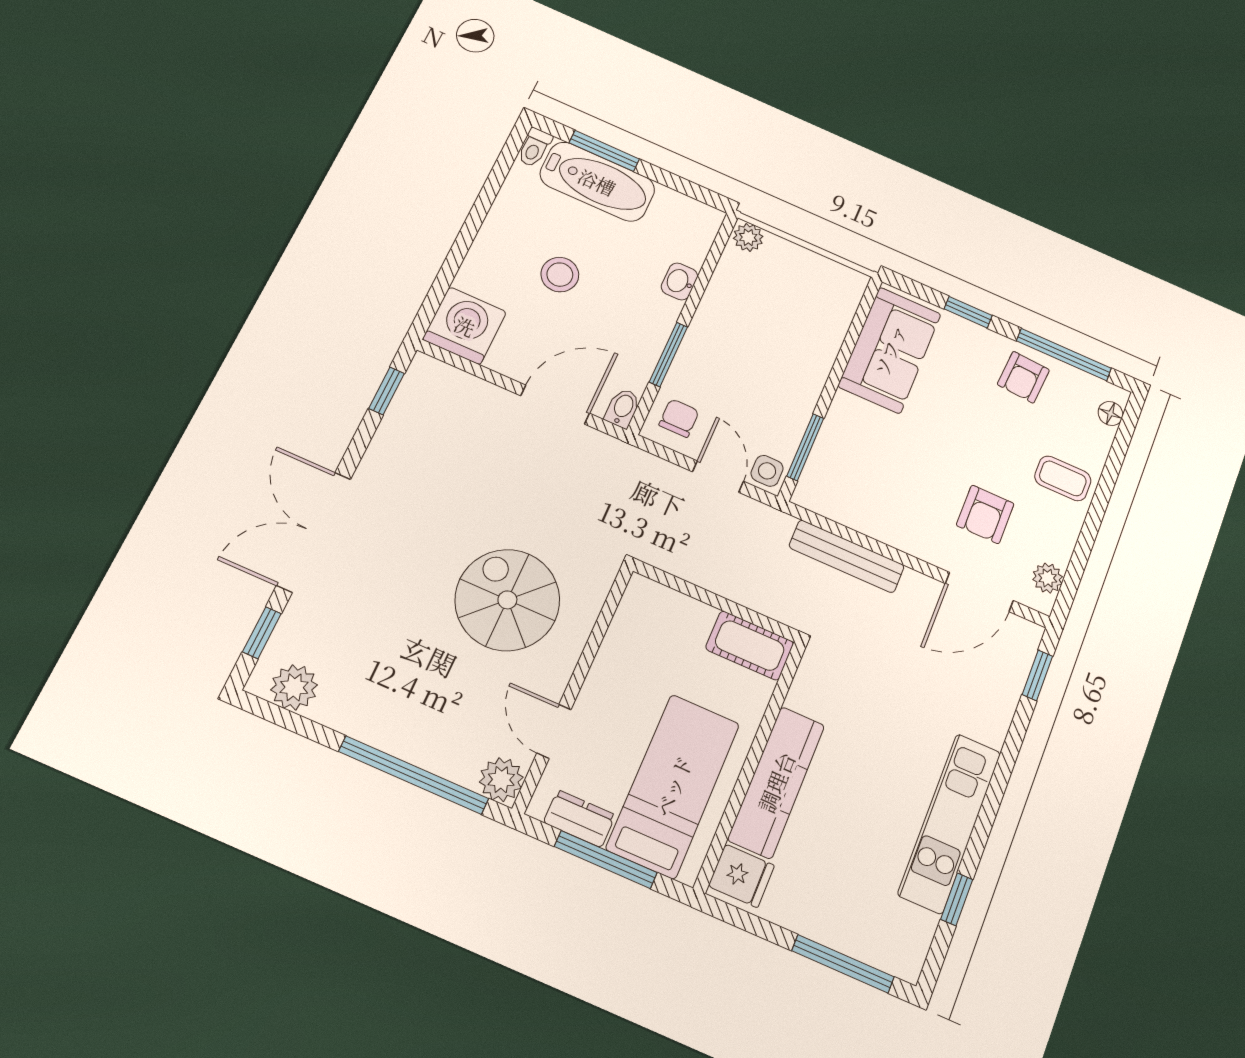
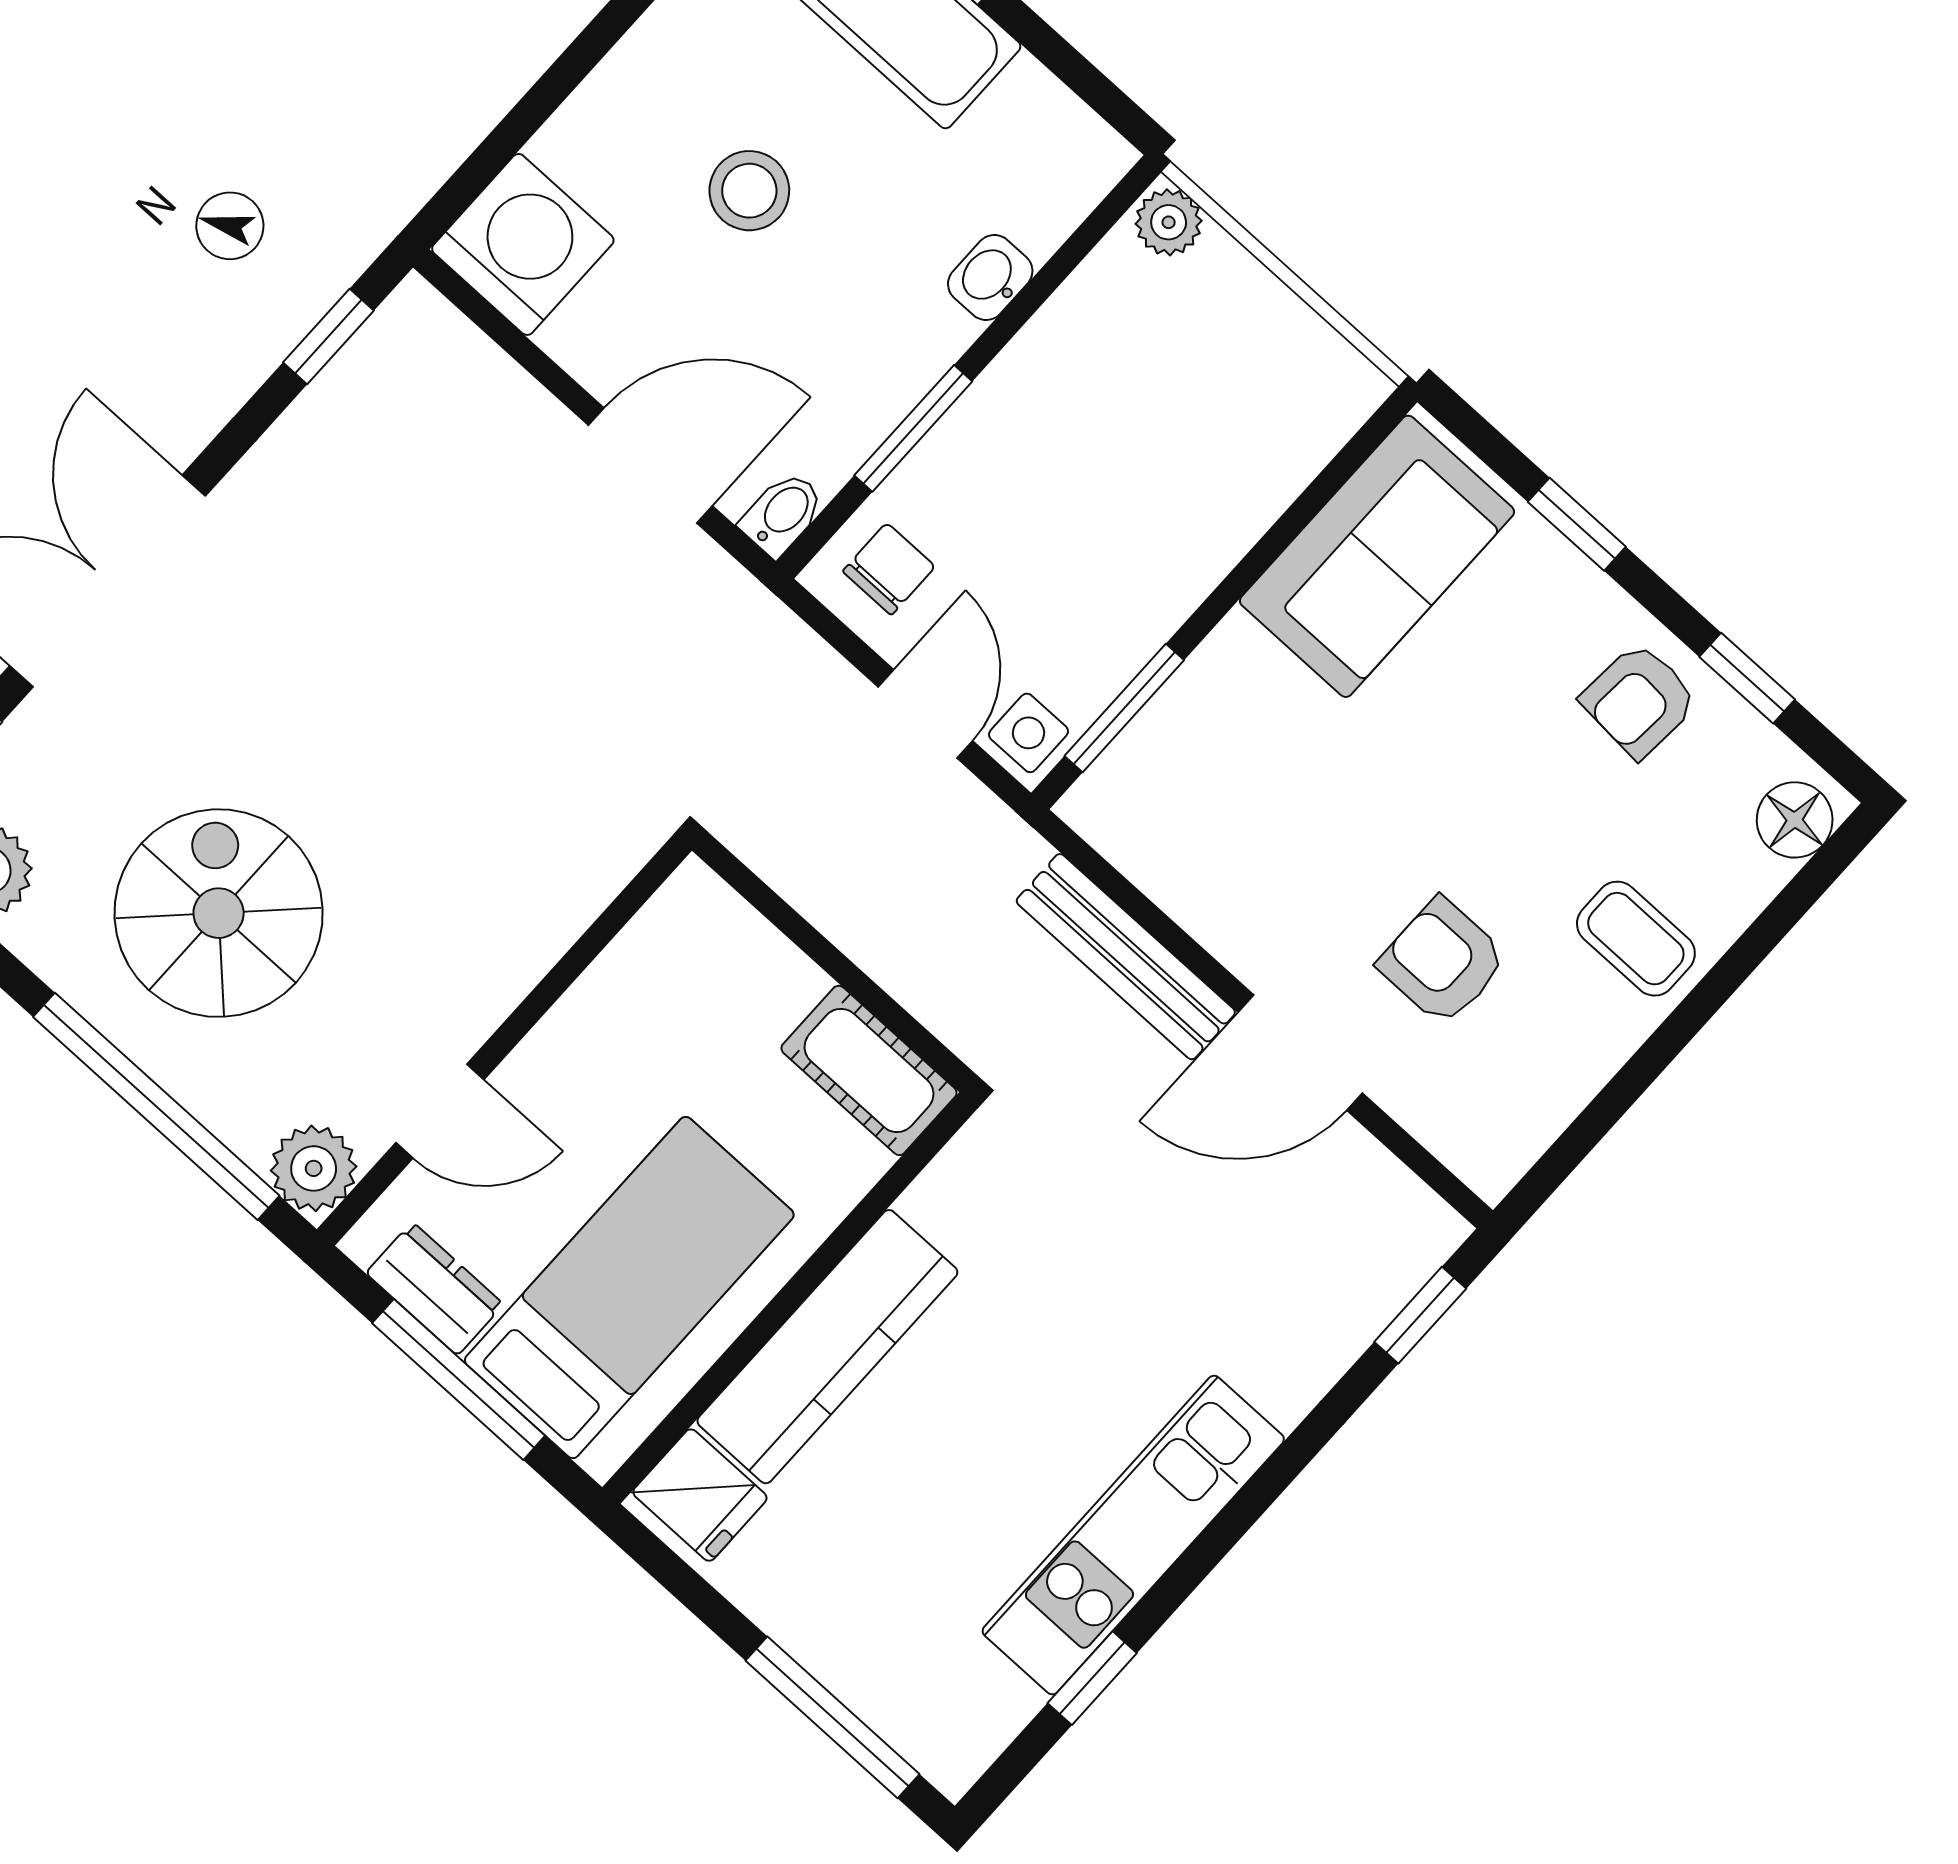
window: (1064, 355) -> (1747, 678), width x0.46
floor lamp: (1111, 413) -> (1795, 820), width x1.37, depth x1.37
armchair: (985, 514) -> (1443, 962), turned 90
plant: (1048, 578) -> (1520, 1131), removed
door: (979, 592) -> (1300, 1053), moved
spiral stairs: (507, 600) -> (219, 913), moved
door: (554, 731) -> (440, 1111), swing flipped

